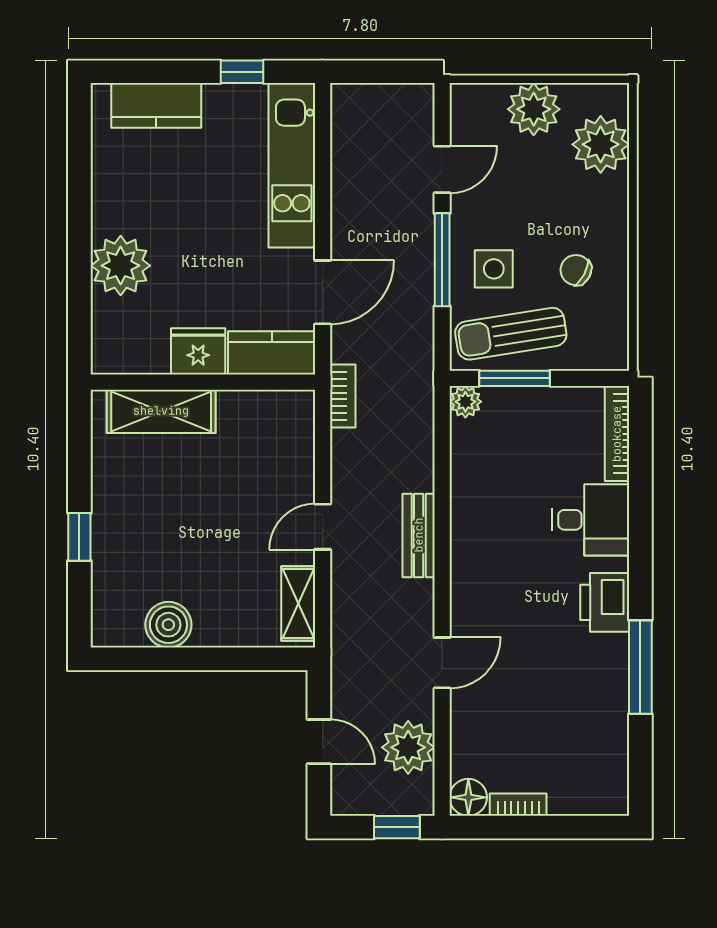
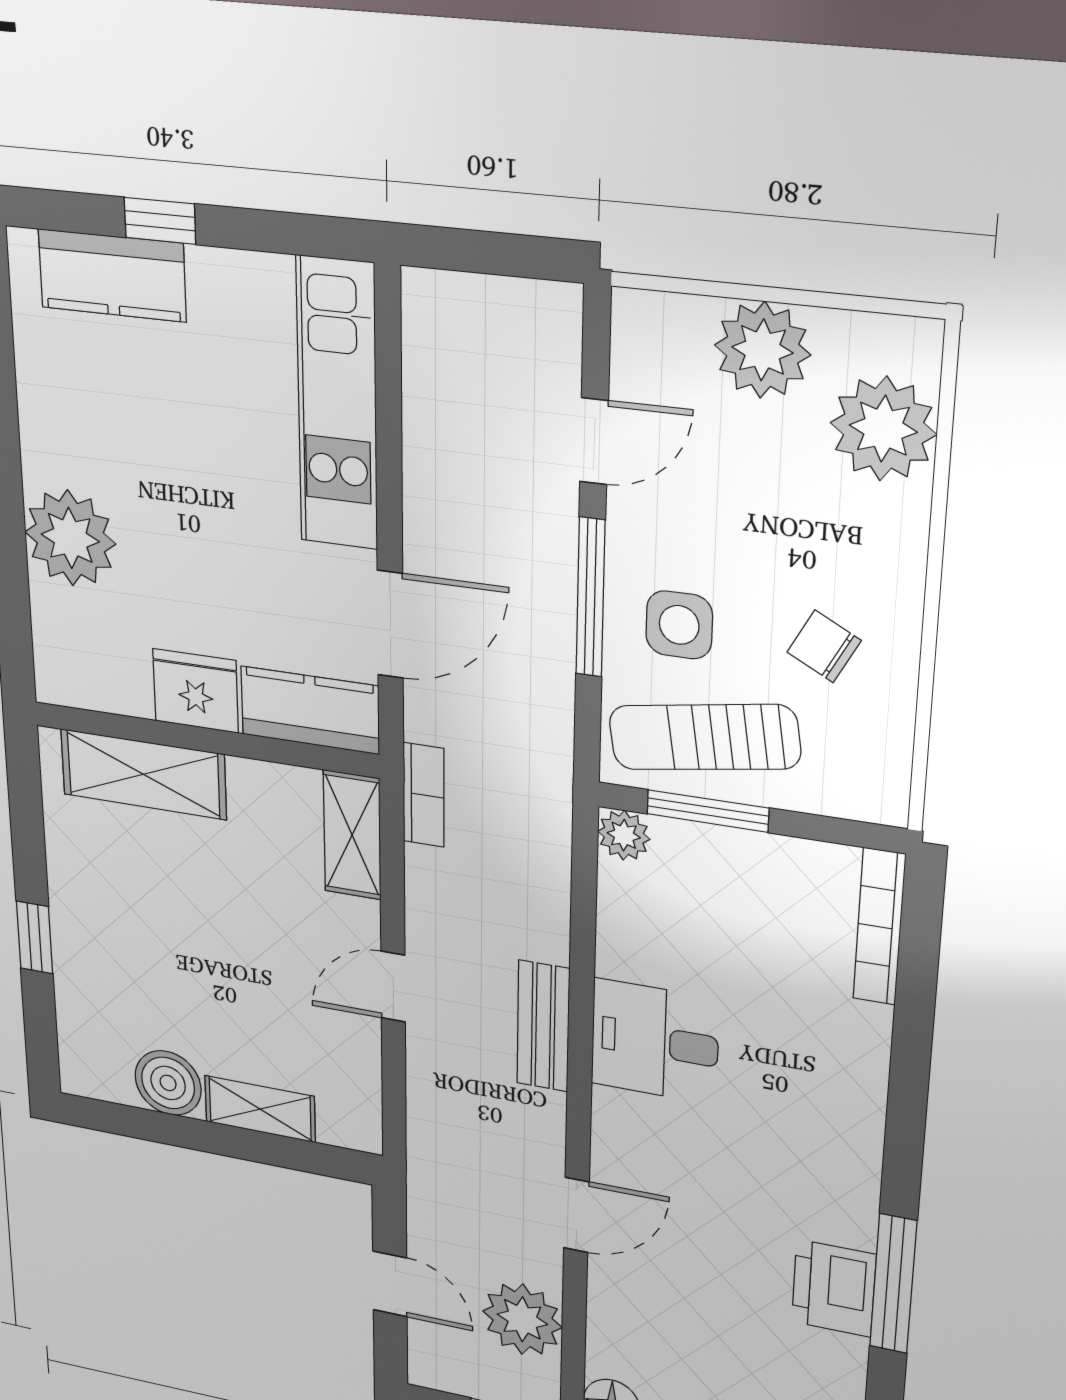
window: (242, 72) -> (160, 221), moved
shelving: (297, 429) -> (352, 835), added
desk: (591, 520) -> (655, 1041), moved, turned 180
printer: (605, 602) -> (834, 1288), moved
shelving: (298, 603) -> (260, 1109), moved, turned 90

